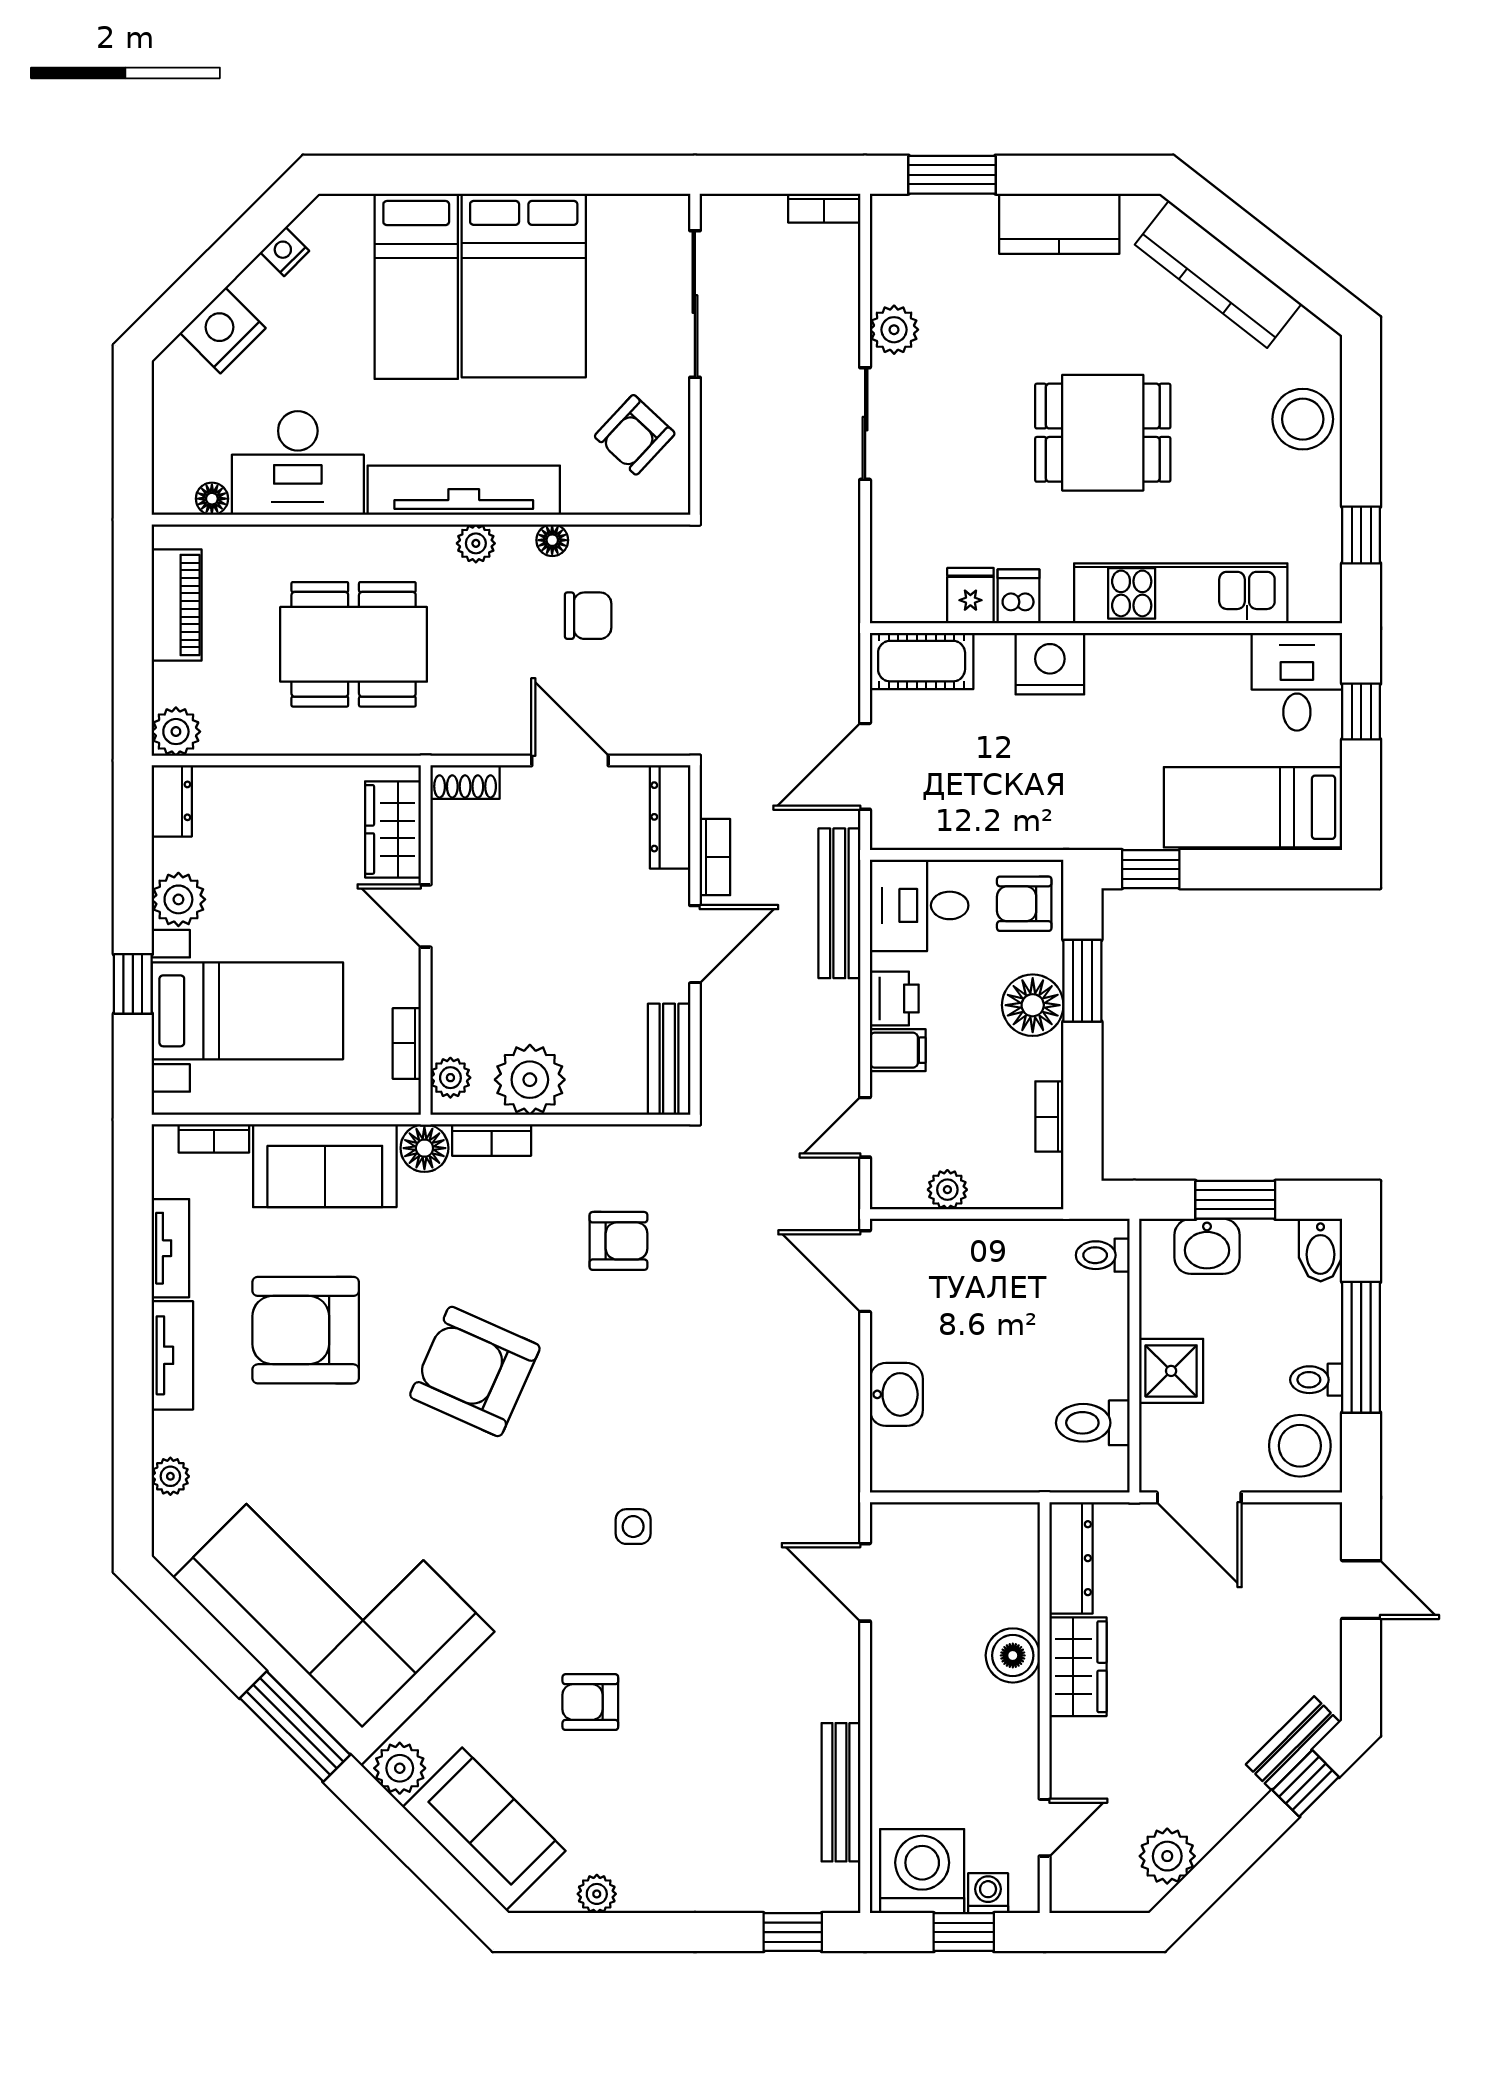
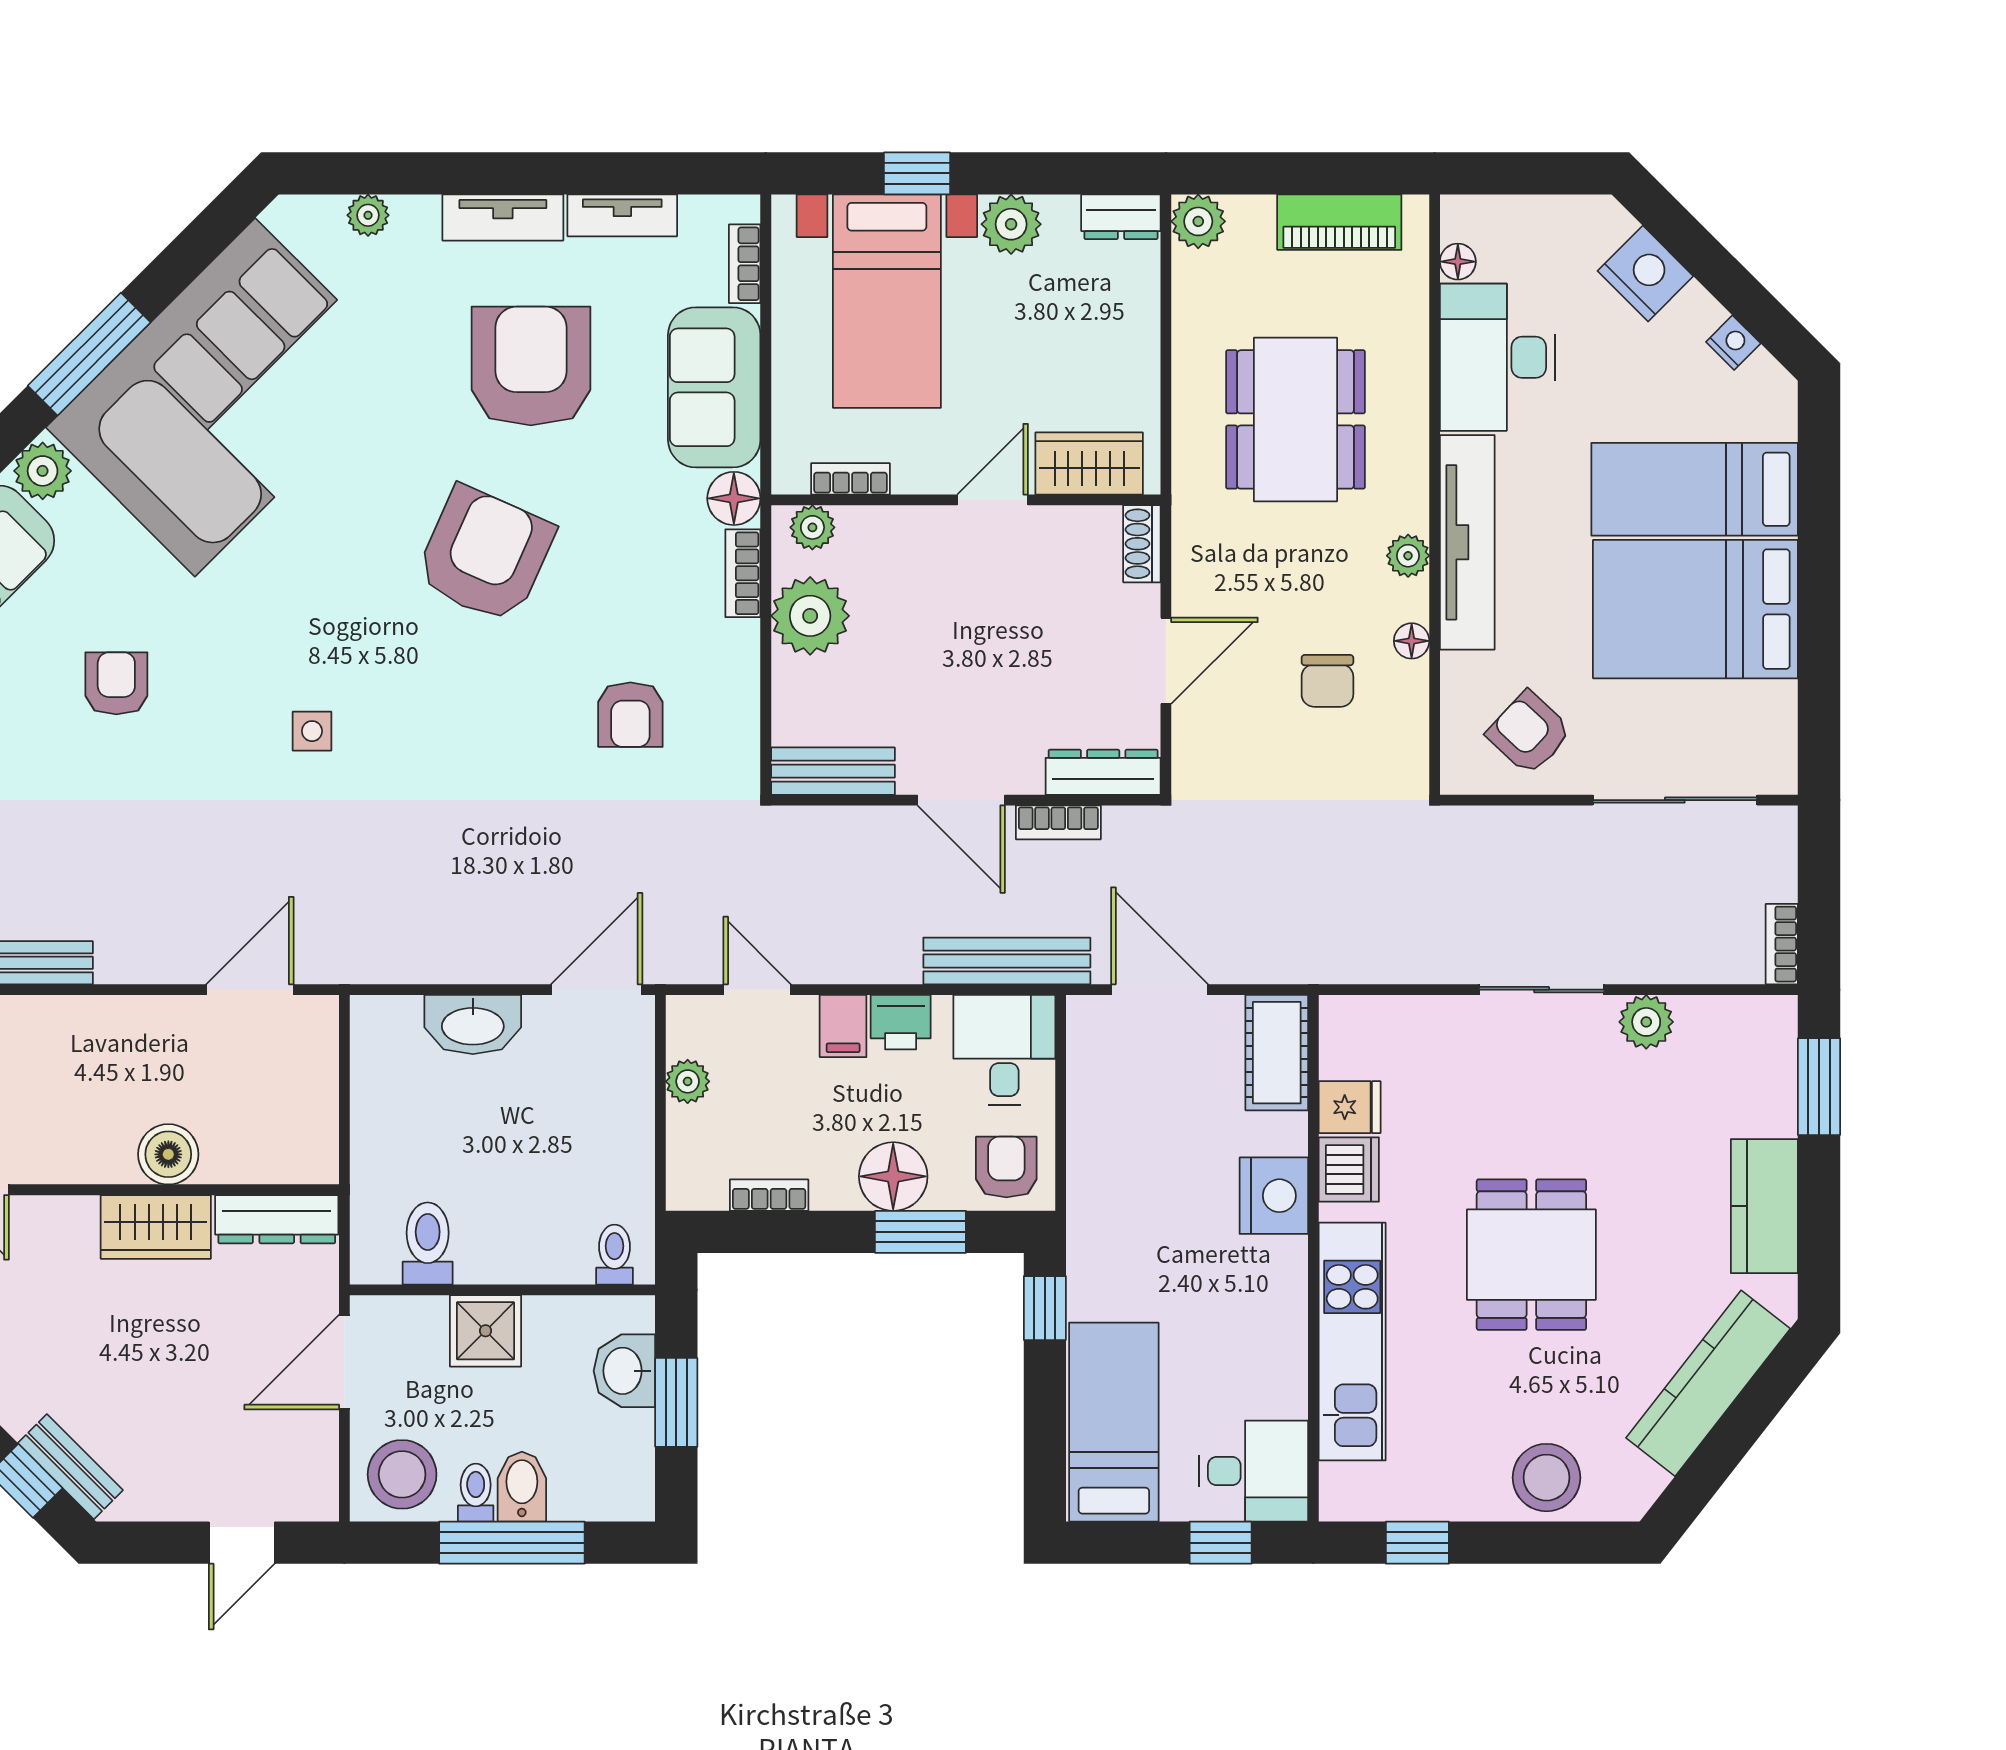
dishwasher: (1018, 596) -> (1349, 1169), width x1.38
bidet: (1321, 1250) -> (522, 1487), moved, turned 90
washbasin: (896, 1394) -> (473, 1025), width x1.38

